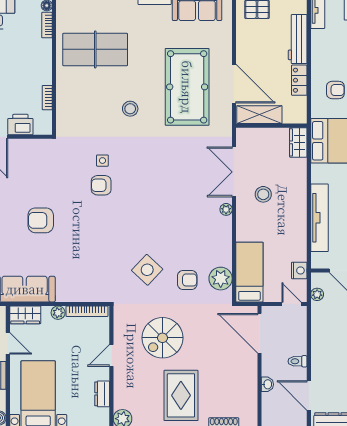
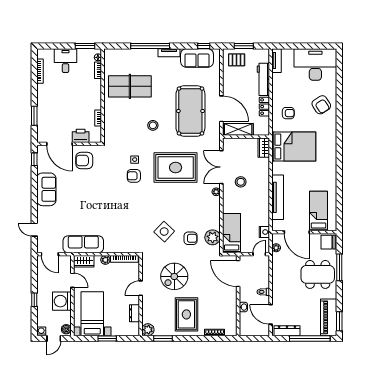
rug: (164, 173) -> (176, 167), added
armchair: (41, 220) -> (84, 161), moved
door: (291, 304) -> (259, 254), hinge flipped

